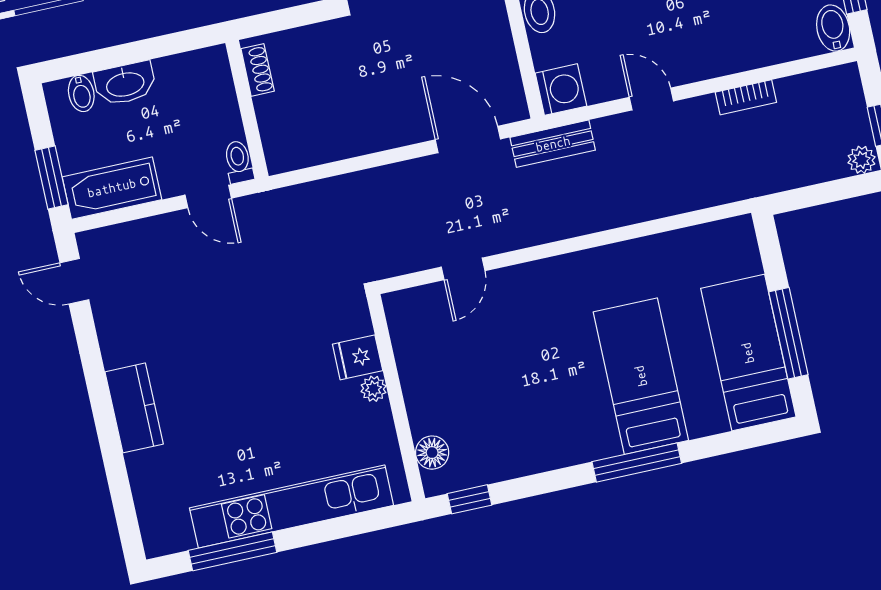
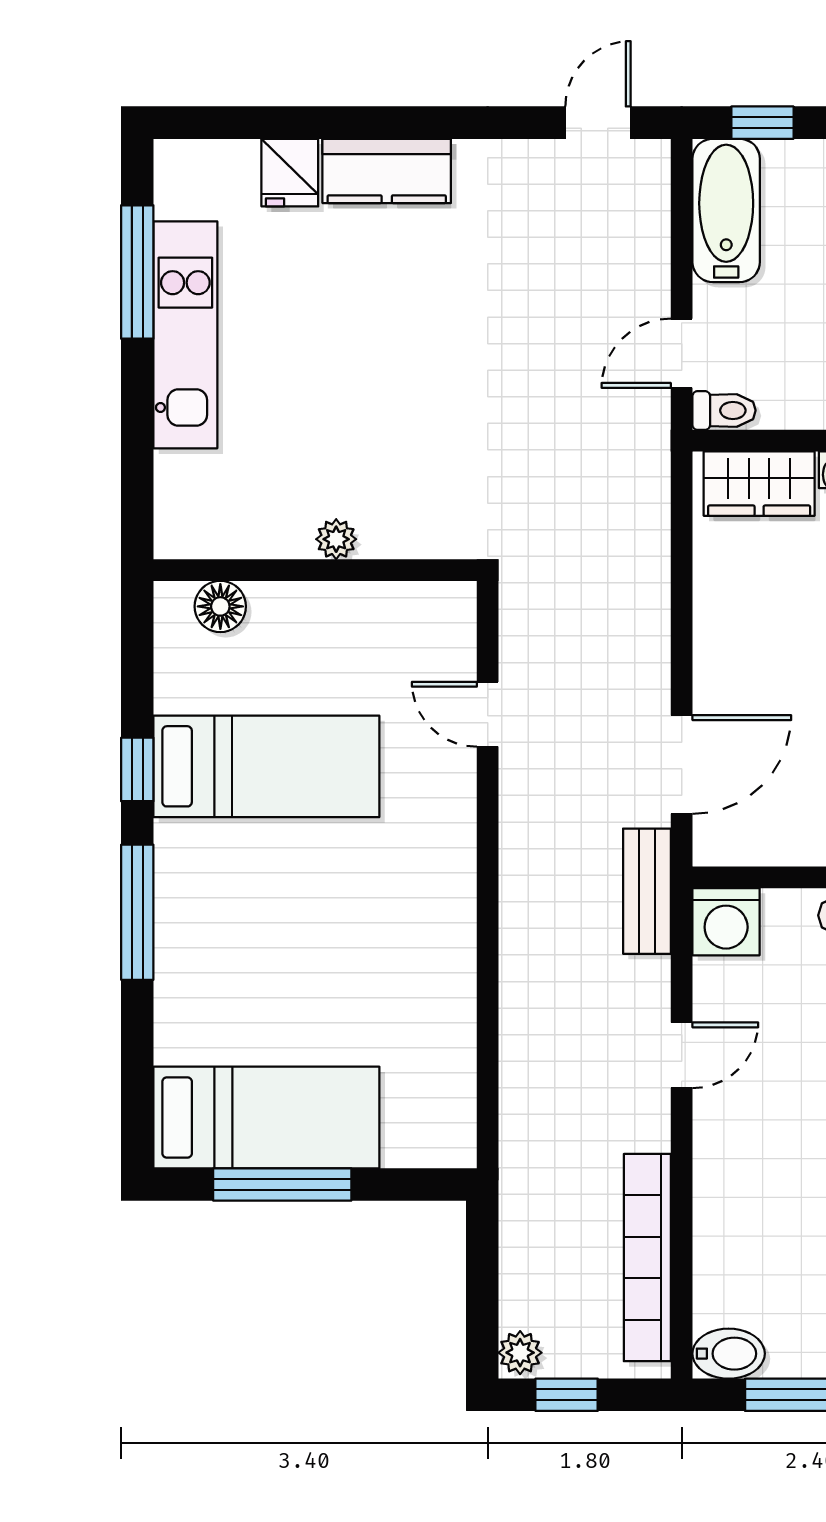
bookcase: (746, 97) -> (647, 1258), width x2.31, depth x1.31
wardrobe: (280, 130) -> (759, 484), added
window: (51, 177) -> (762, 123), width x0.67
fridge: (358, 357) -> (290, 173), moved, turned 180
bed: (641, 376) -> (266, 766), moved
window: (469, 499) -> (137, 769), moved
kitchen unit: (292, 507) -> (185, 335), width x0.73

